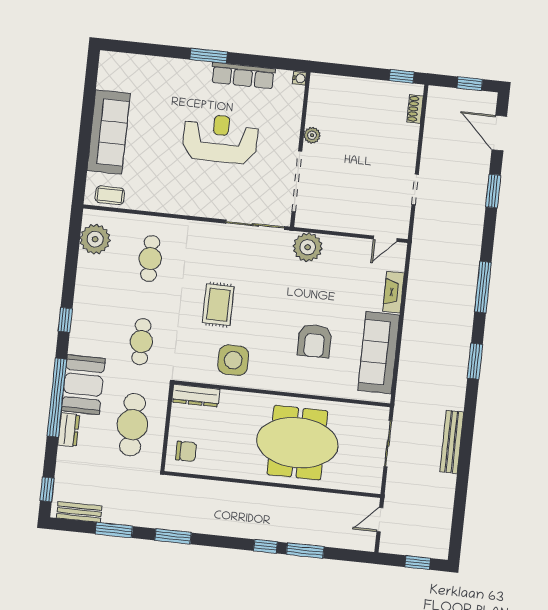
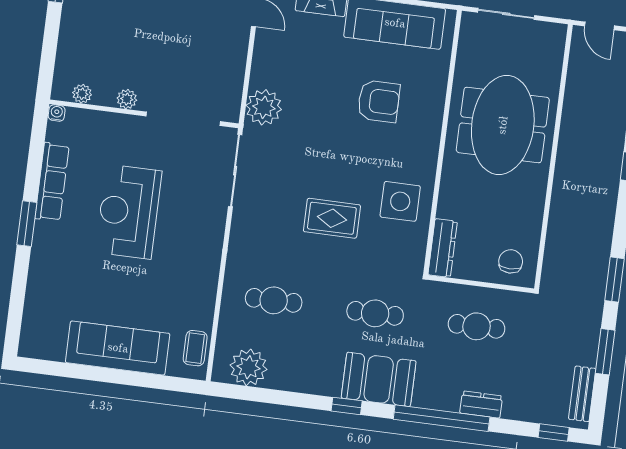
plant: (316, 99) -> (82, 94), added
booth: (83, 385) -> (379, 379), moved
cafe table: (132, 425) -> (477, 326), width x0.73, depth x0.74

